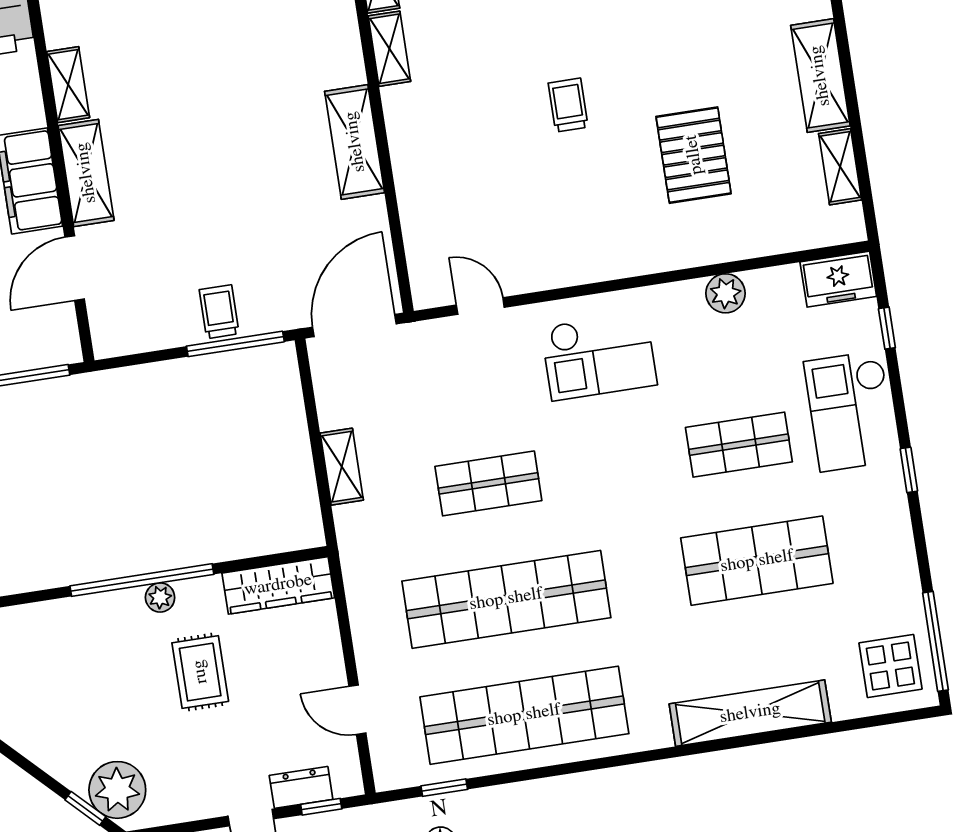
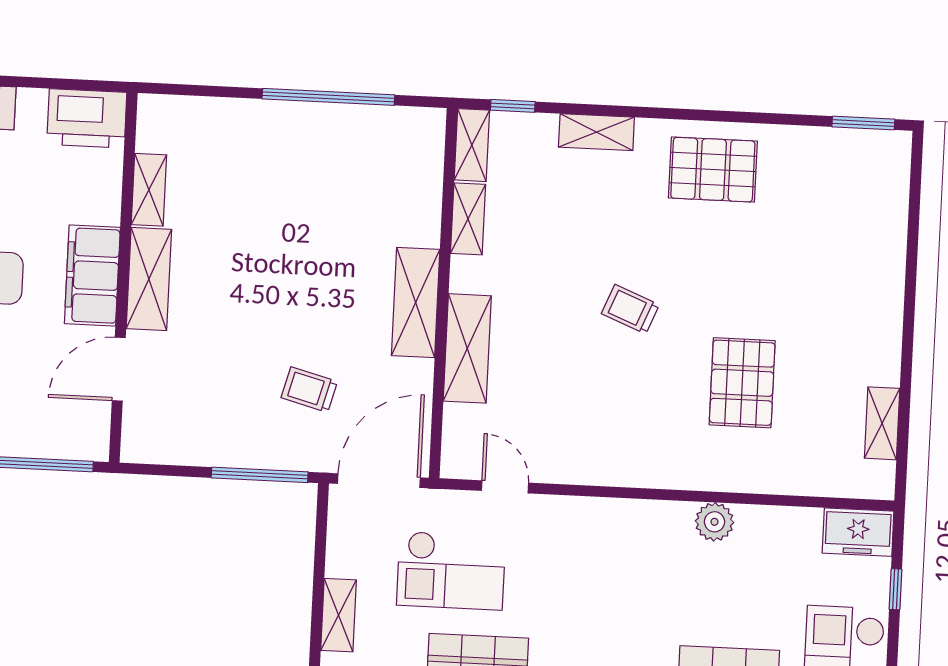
shelving: (820, 76) -> (467, 348), moved
trolley: (568, 105) -> (630, 309), turned -68
plant: (726, 293) -> (714, 522), moved
trolley: (219, 312) -> (309, 390), moved, turned -75
checkout: (599, 356) -> (451, 571), moved

